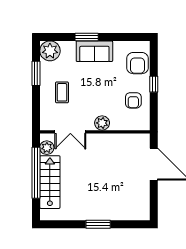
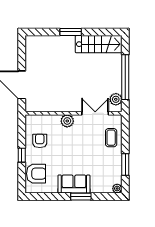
plant: (50, 51) -> (117, 189), width x0.53, depth x0.53
armchair: (137, 63) -> (36, 174), turned 90
coffee table: (62, 92) -> (111, 138), moved
stairs: (50, 182) -> (99, 44), moved, turned -90

